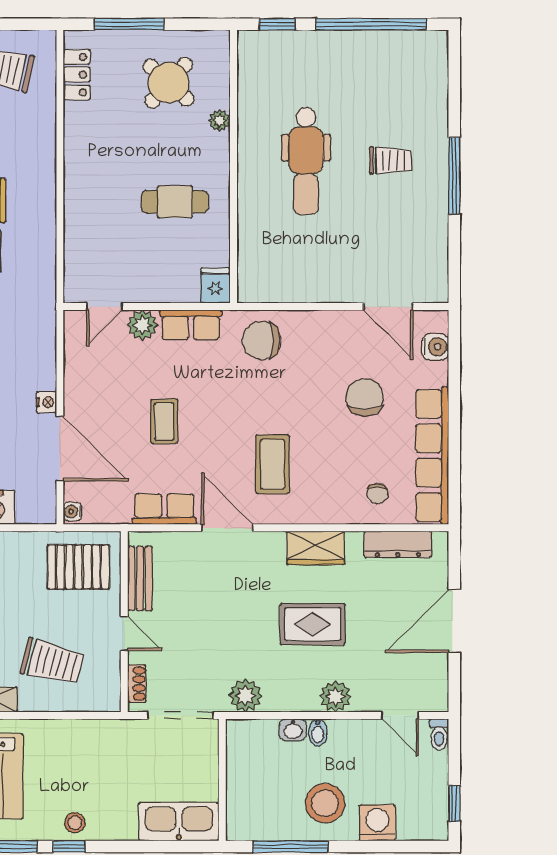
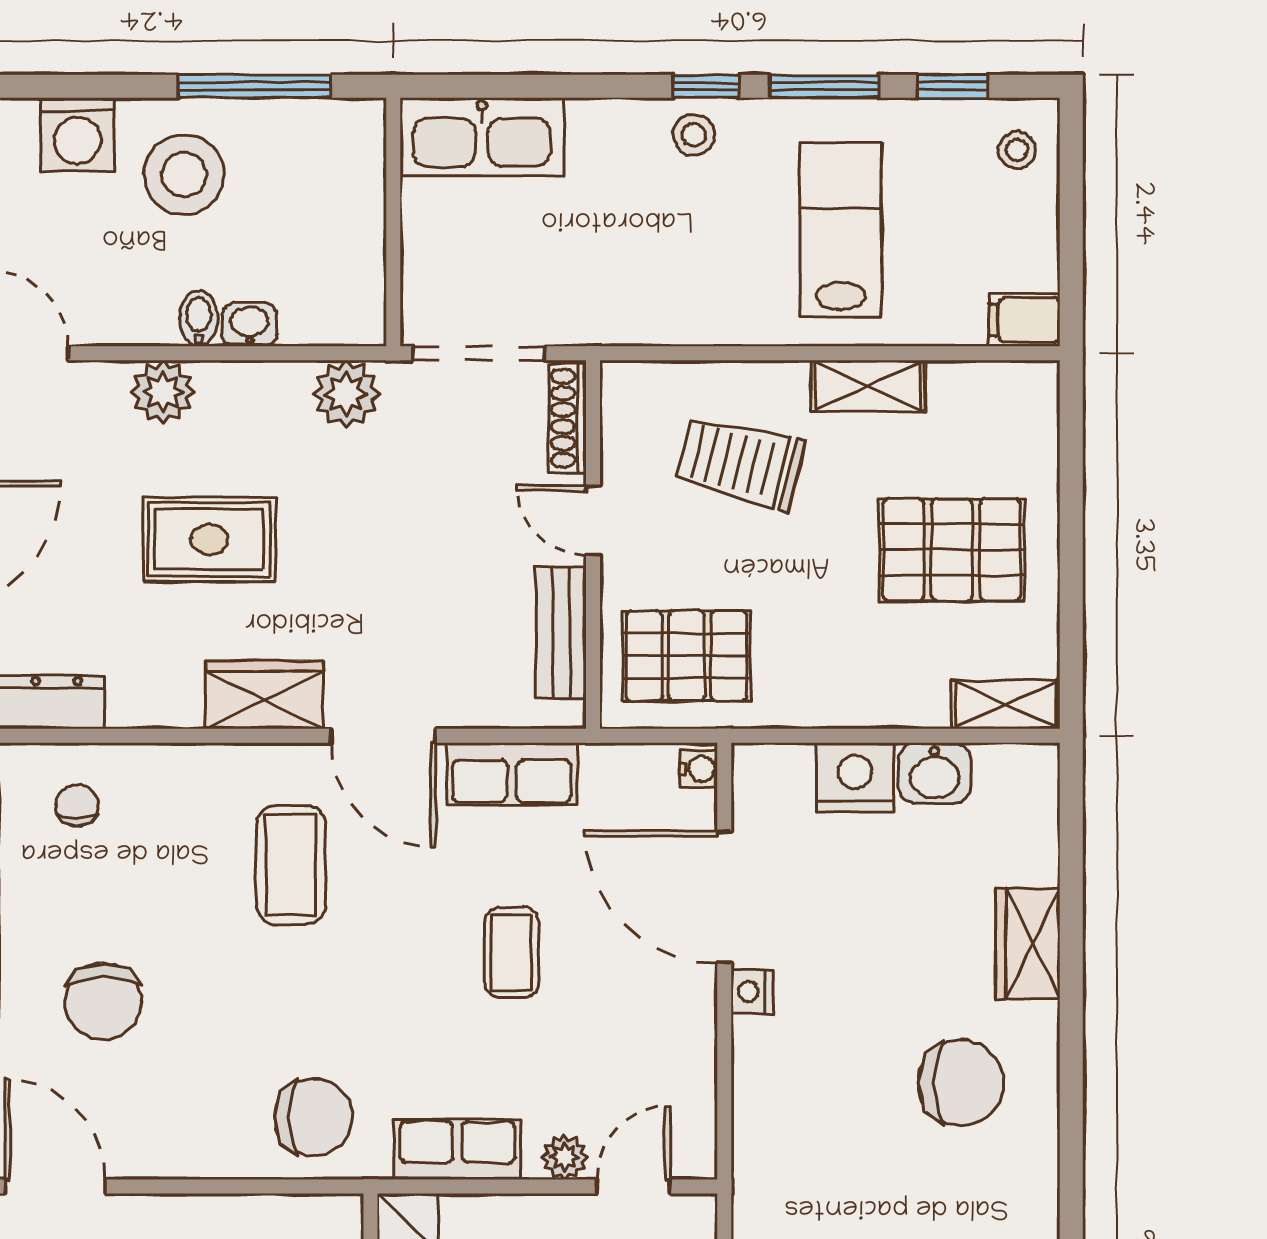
plant: (142, 325) -> (565, 1157), width x0.73, depth x0.73
wardrobe: (316, 548) -> (264, 695), moved
shoe rack: (137, 684) -> (568, 418), width x1.43

